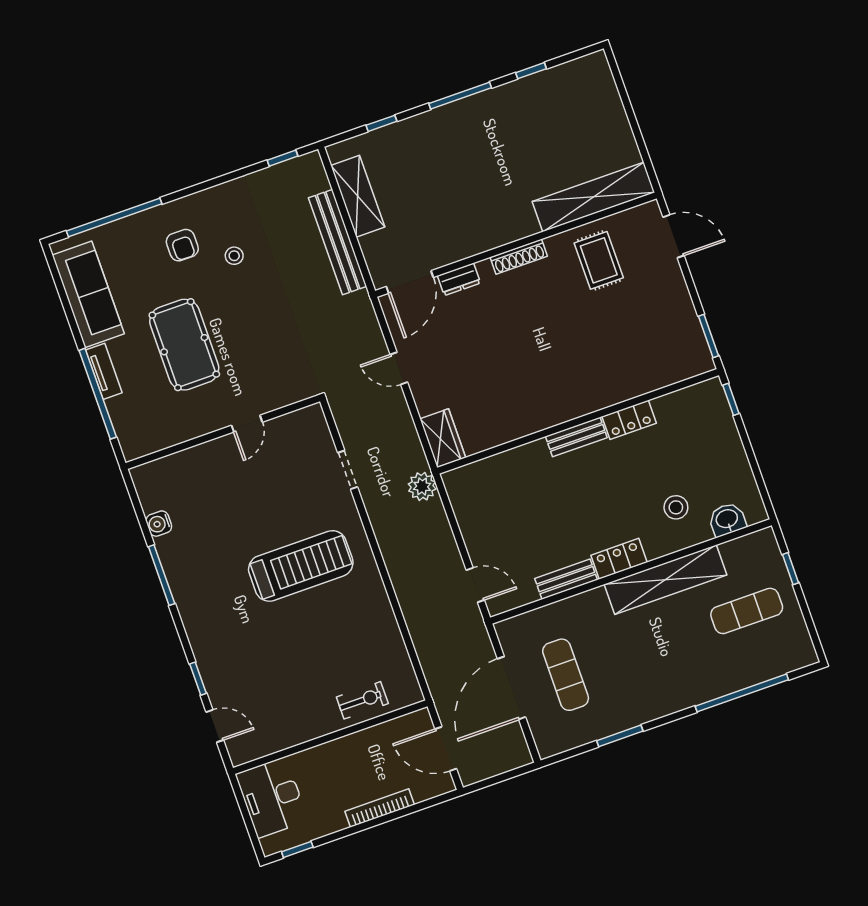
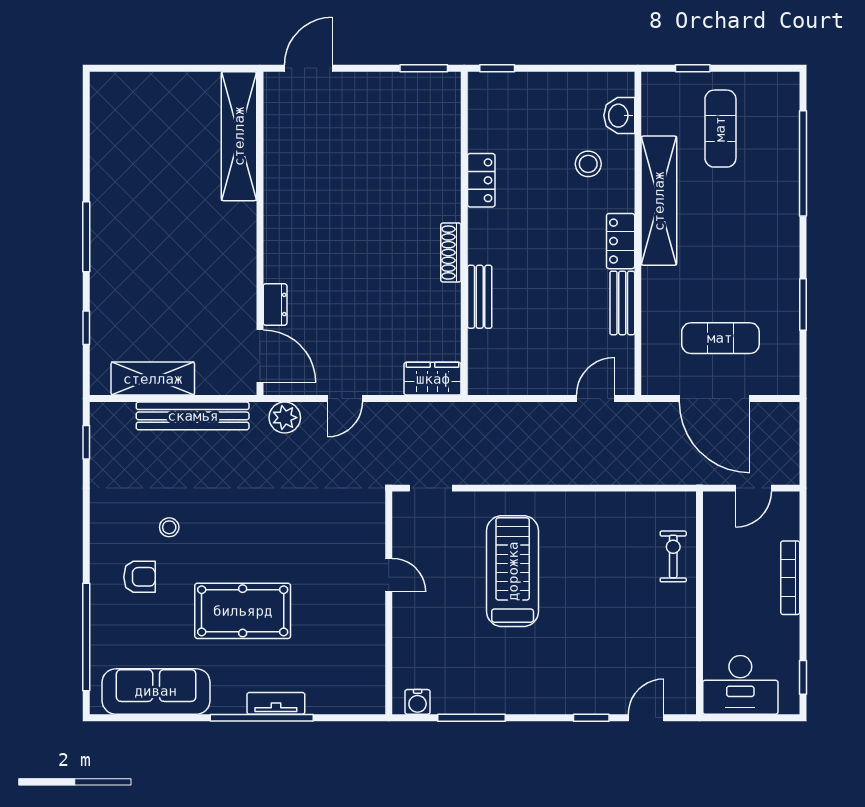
window: (531, 71) -> (86, 155), removed
shoe rack: (519, 257) -> (451, 253), moved, turned 180
rug: (599, 260) -> (306, 154), removed
tv unit: (104, 371) -> (276, 703), moved
door: (247, 424) -> (389, 575), moved
wall: (223, 432) -> (389, 603), moved
bench: (576, 437) -> (480, 297), moved
plant: (422, 486) -> (285, 418), moved
door: (446, 749) -> (753, 488), width x0.73

